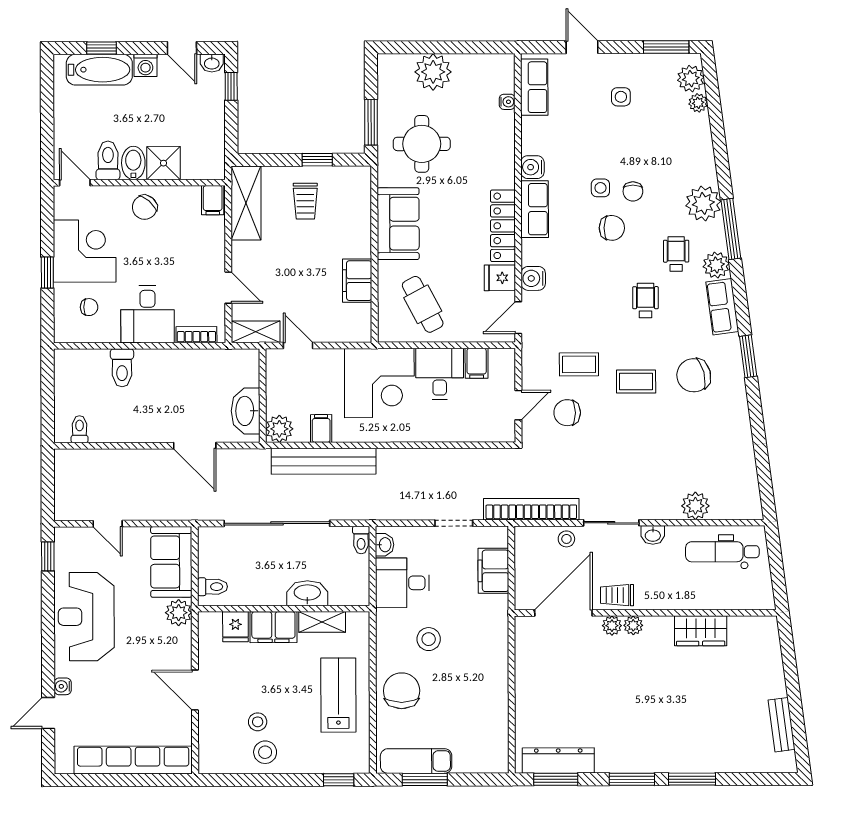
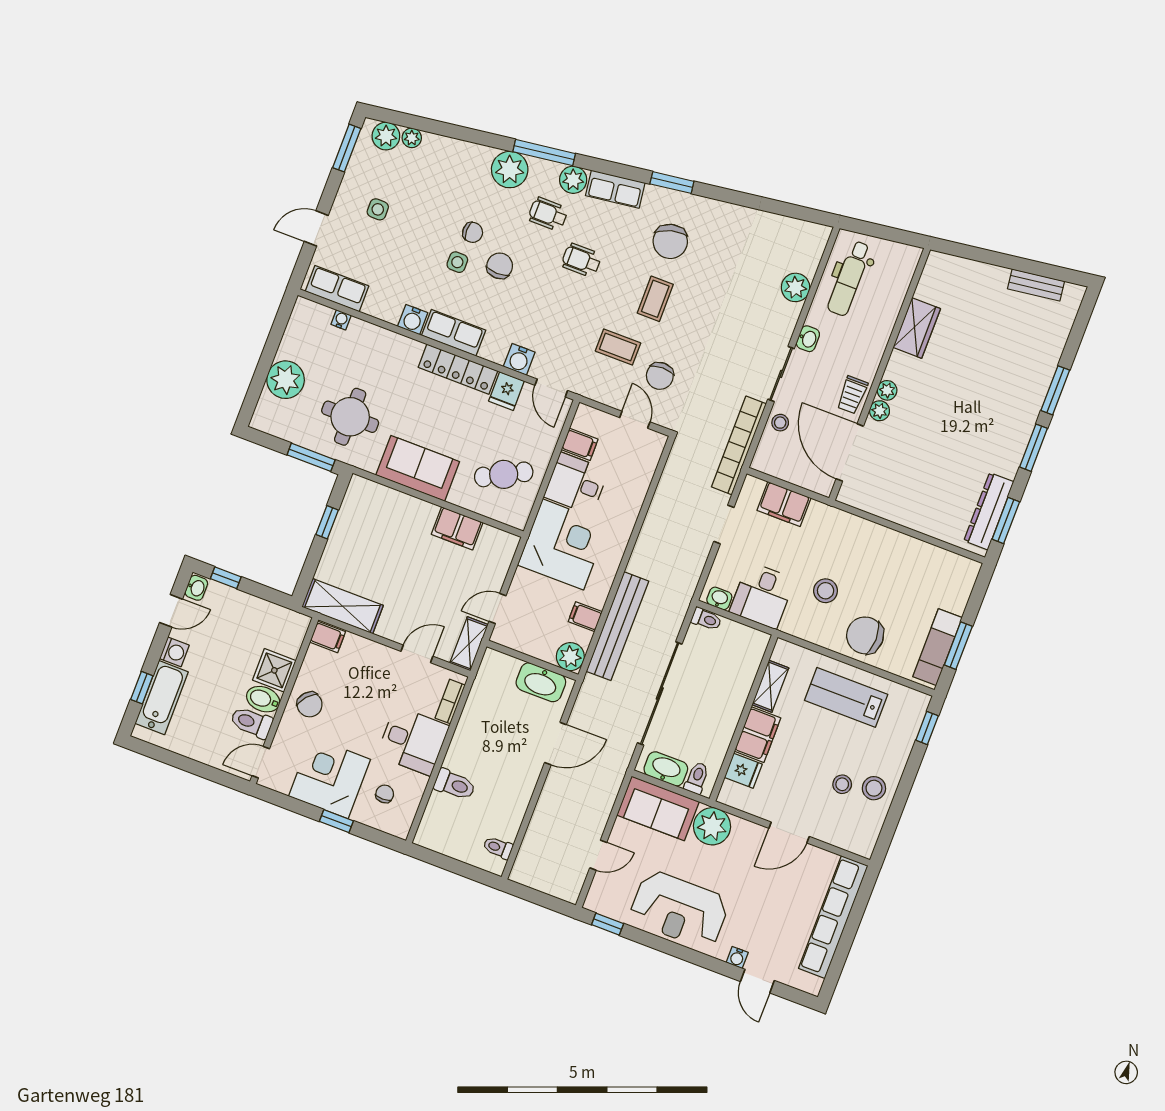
trolley: (305, 201) -> (362, 549), removed
coffee table: (579, 364) -> (618, 347), turned 90
washbasin: (307, 593) -> (666, 769), moved, turned 90
plant: (179, 613) -> (712, 826), width x1.36, depth x1.36

